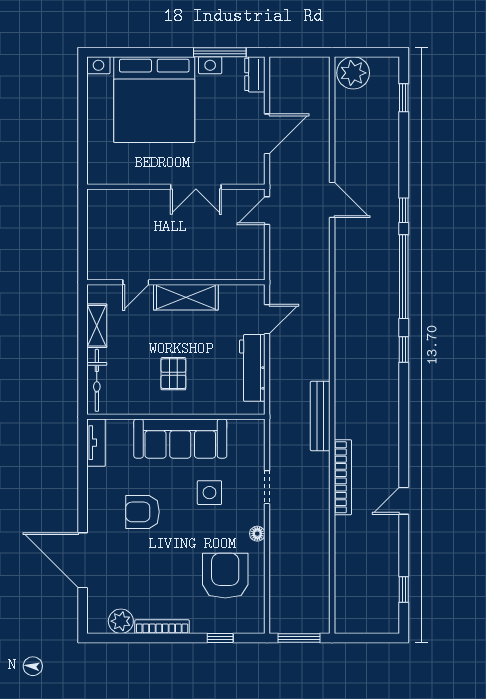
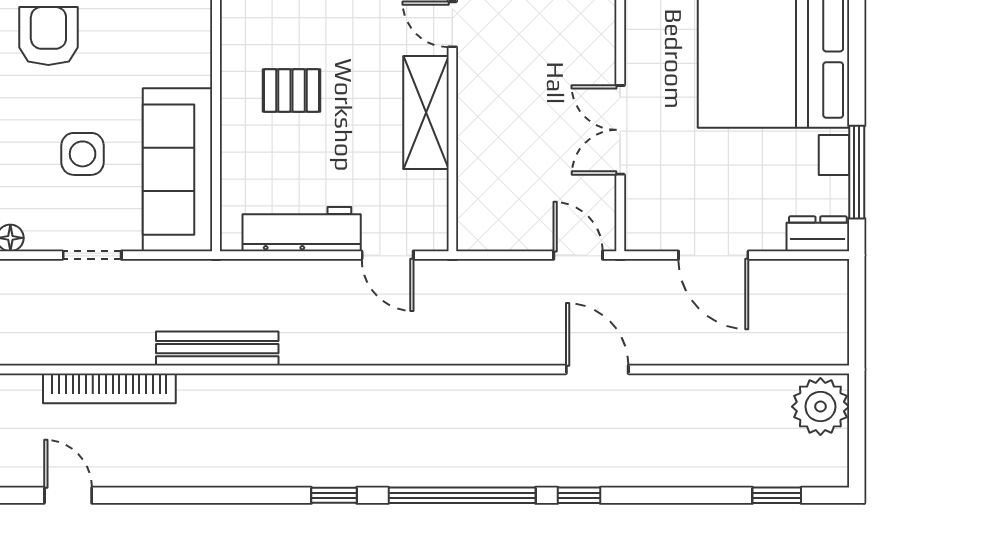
door: (332, 200) -> (597, 370), swing flipped
sofa: (180, 439) -> (177, 170), moved

